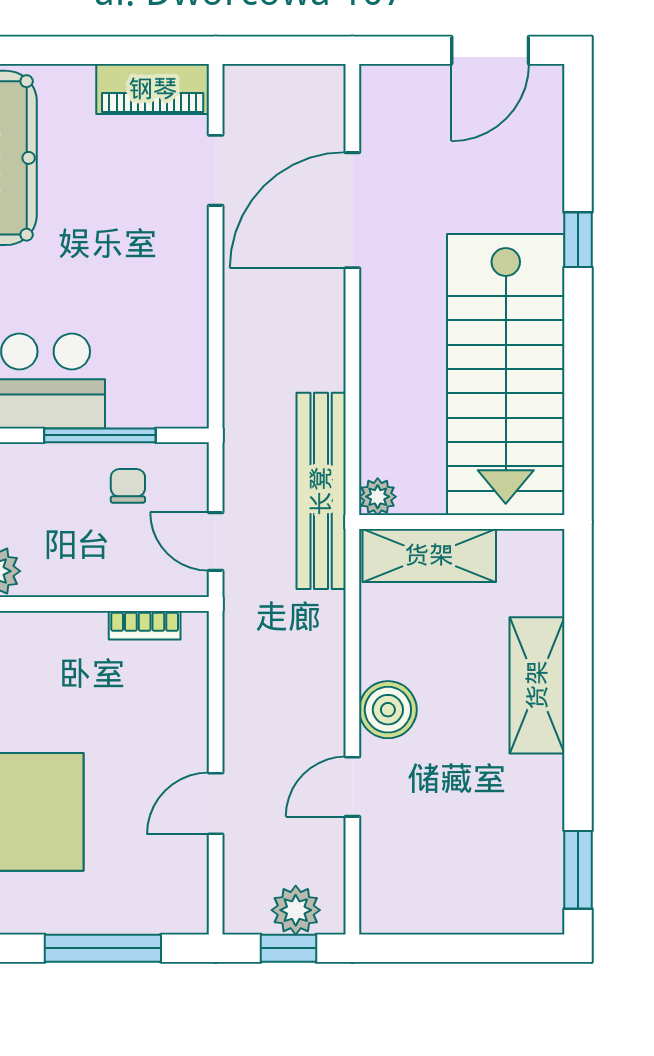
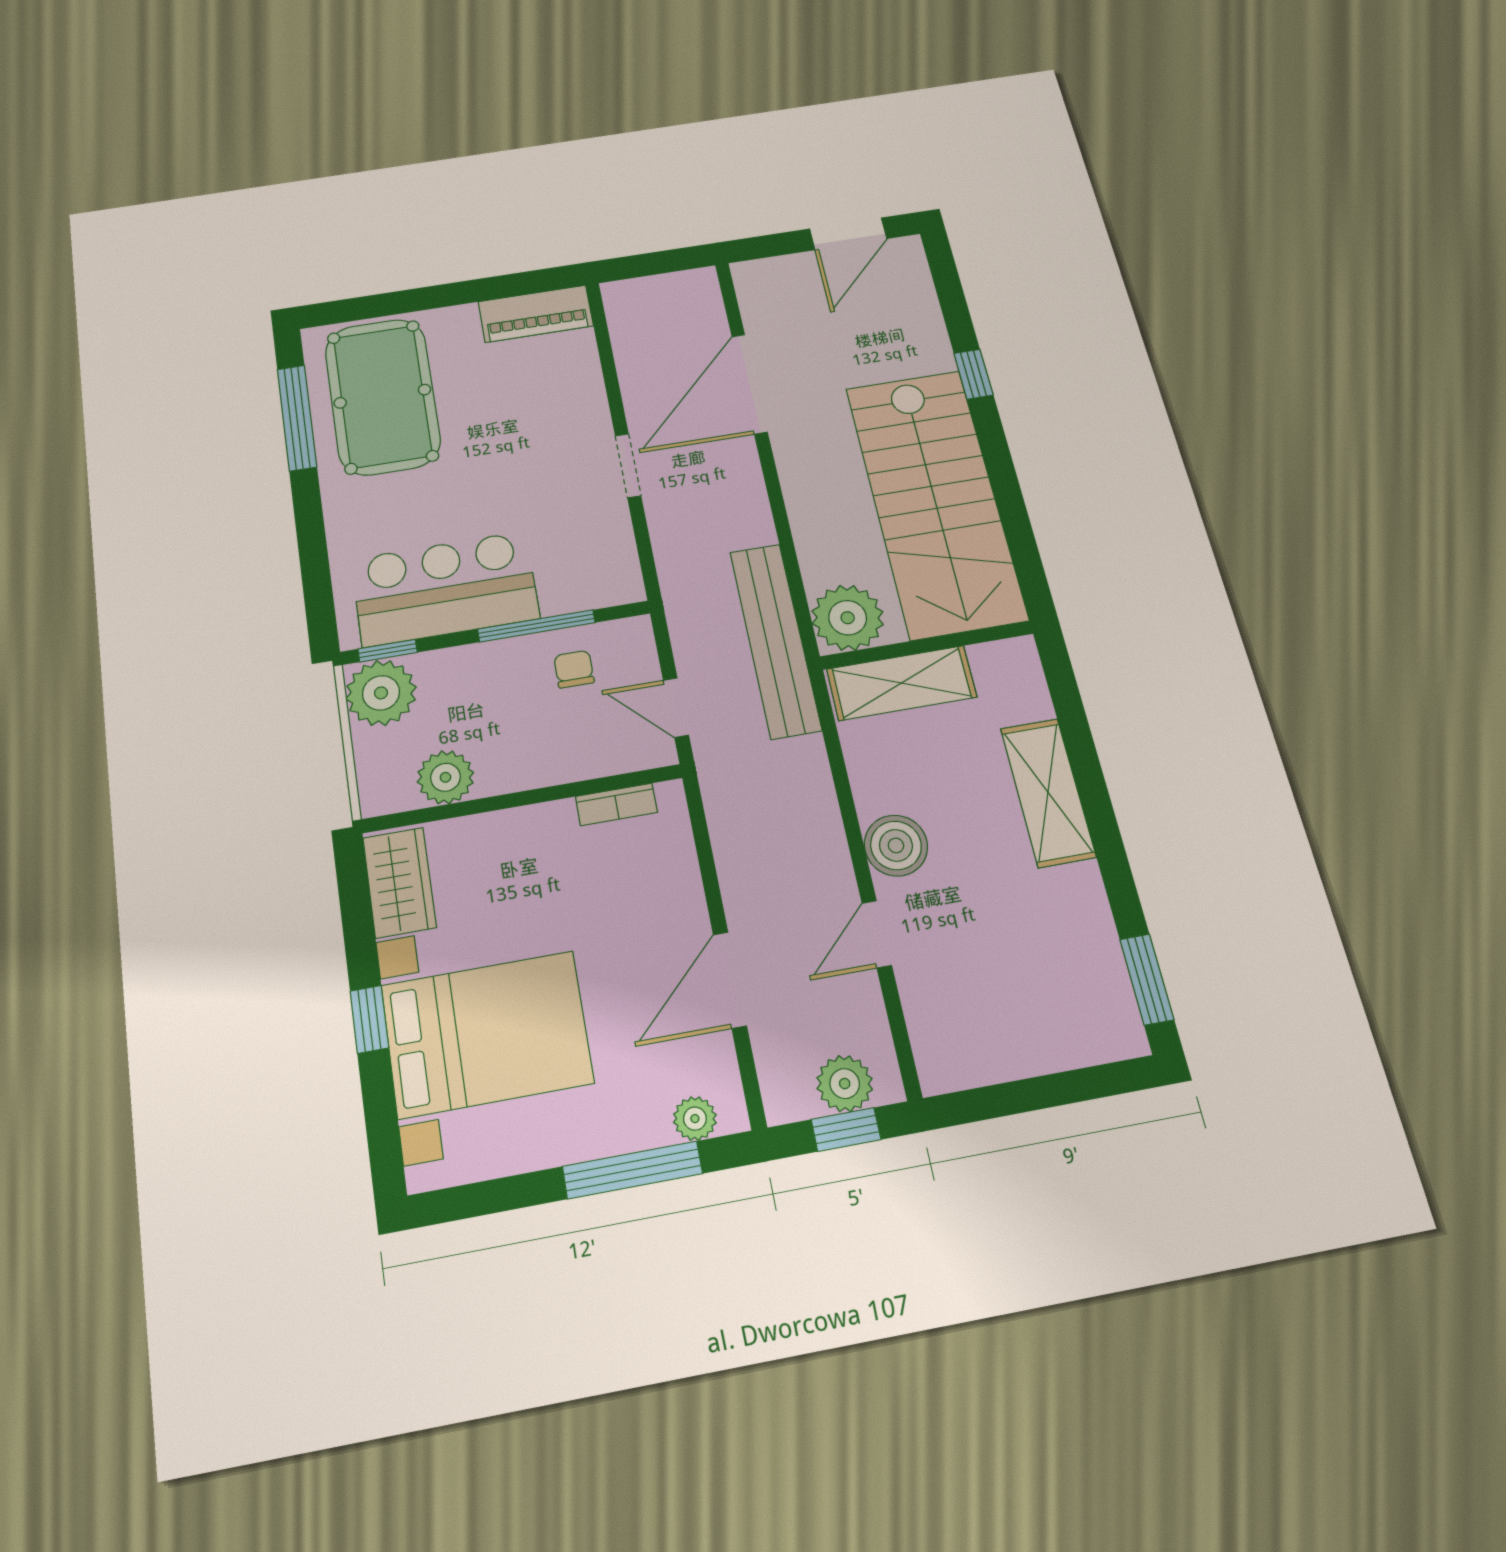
doorway: (216, 170) -> (628, 466), moved
plant: (378, 497) -> (848, 618), width x1.88, depth x1.88
door: (216, 803) -> (730, 980), width x1.38
plant: (163, 916) -> (695, 1119), added

